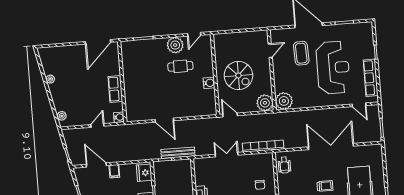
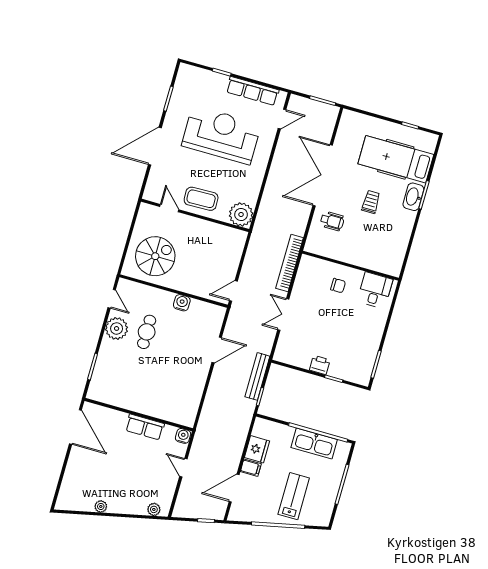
coffee table: (301, 53) -> (201, 199), moved
spiral stairs: (238, 76) -> (155, 256), moved
plant: (265, 103) -> (234, 240), removed
door: (164, 120) -> (217, 350), moved
wheelchair: (284, 165) -> (332, 221), moved
fridge: (144, 173) -> (257, 449), moved, turned -90

